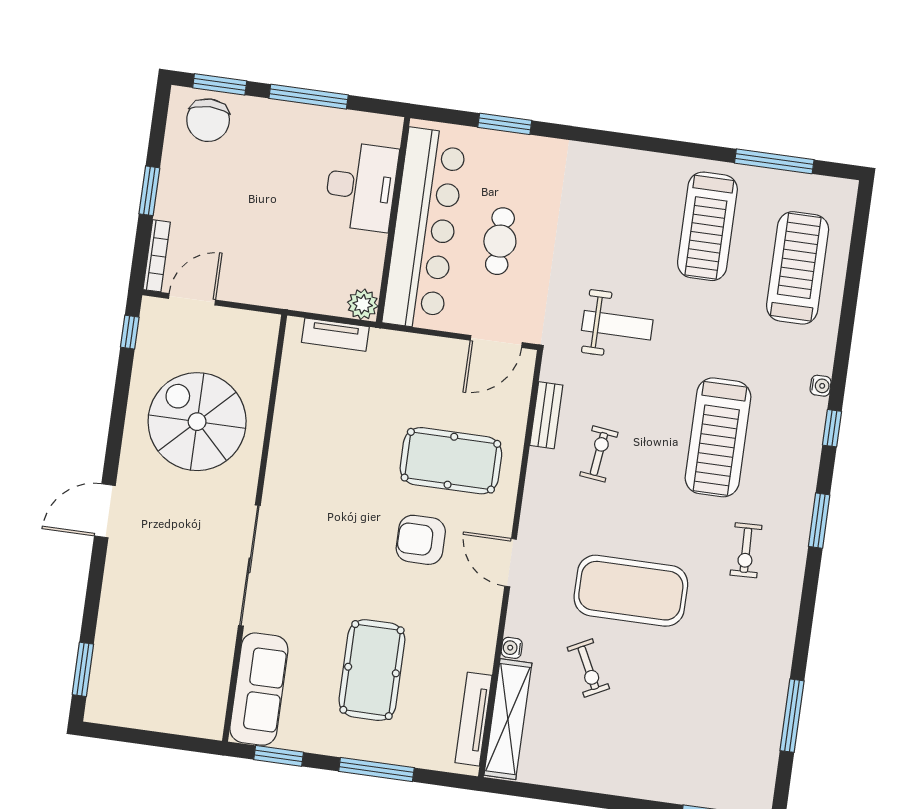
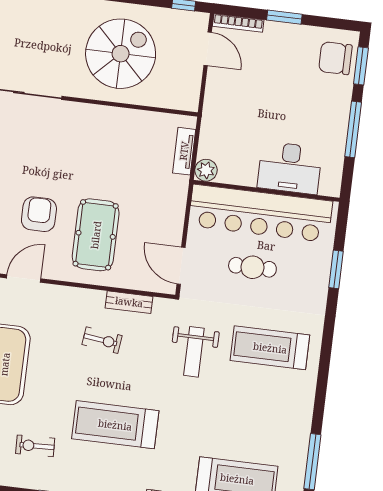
treadmill: (707, 226) -> (270, 348), moved

